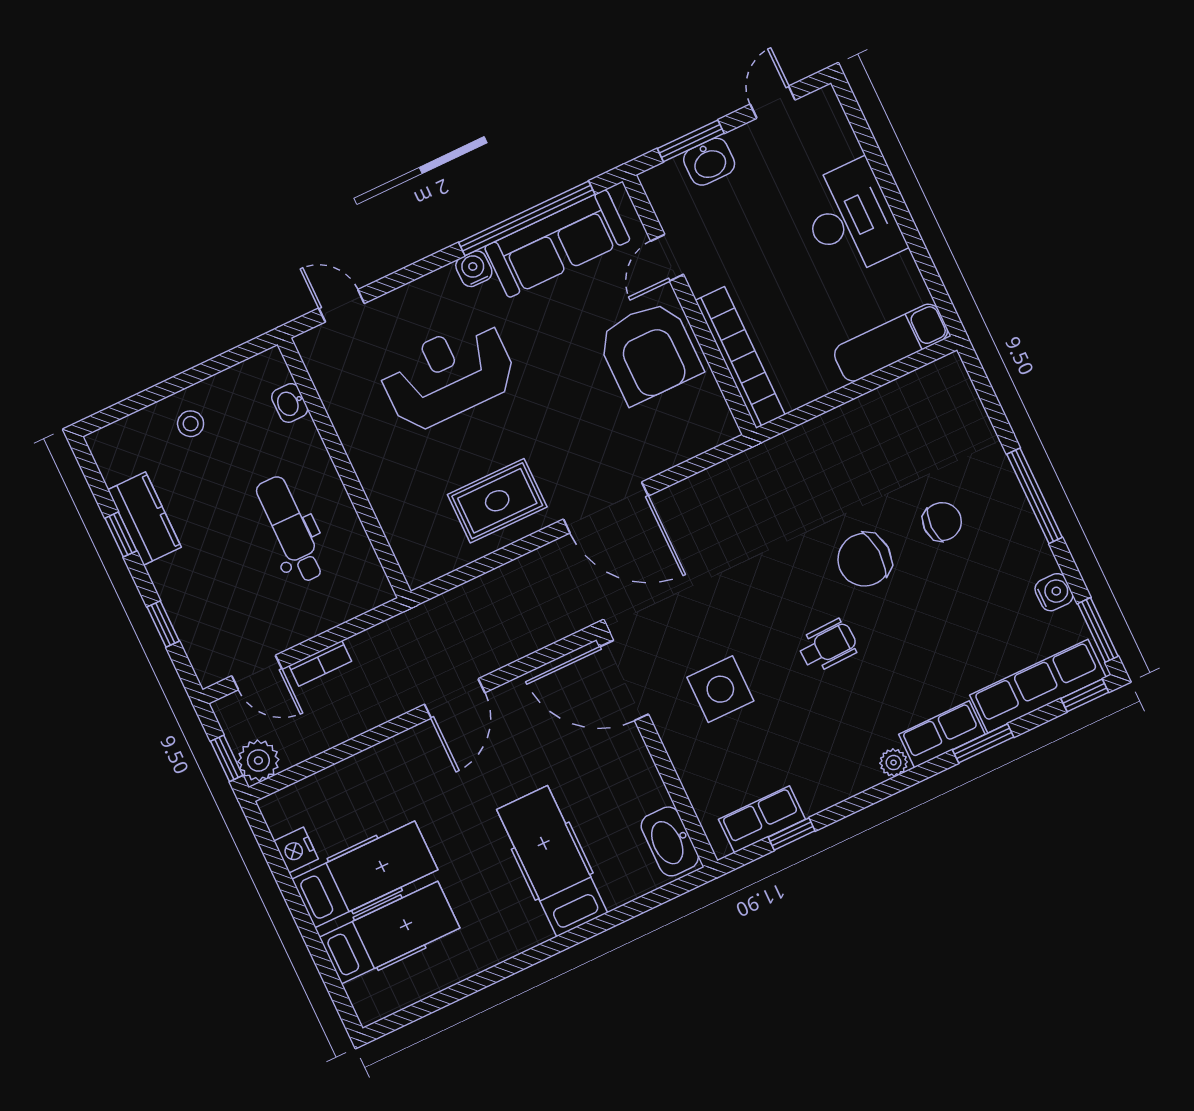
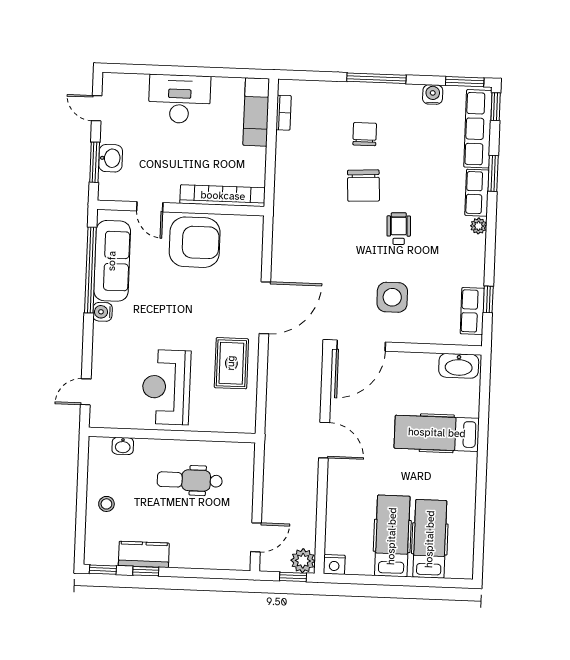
reception desk: (448, 375) -> (166, 387), moved
window: (163, 624) -> (103, 570), moved
bookcase: (320, 663) -> (284, 113), moved
nightstand: (296, 850) -> (334, 564), moved

